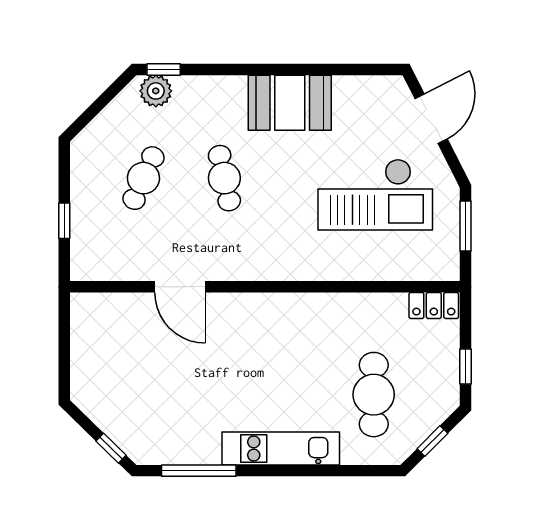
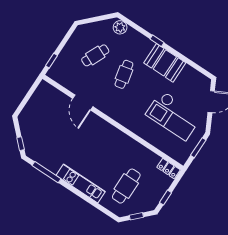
window: (164, 69) -> (157, 41), moved
window: (64, 221) -> (51, 61), moved

